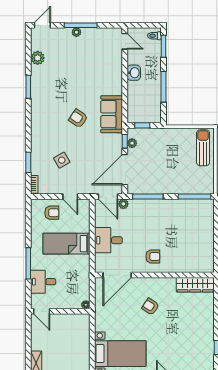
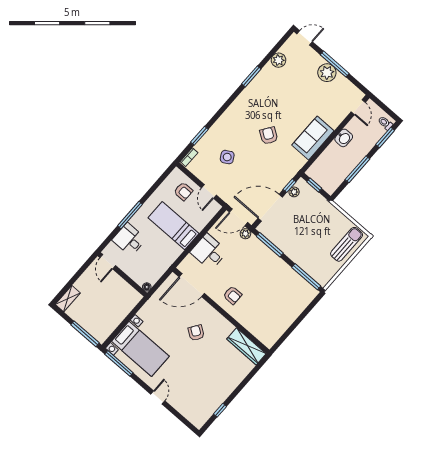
plant: (76, 32) -> (327, 73), width x1.88, depth x1.88
sofa: (112, 114) -> (313, 138), moved
door: (108, 197) -> (238, 217), hinge flipped

